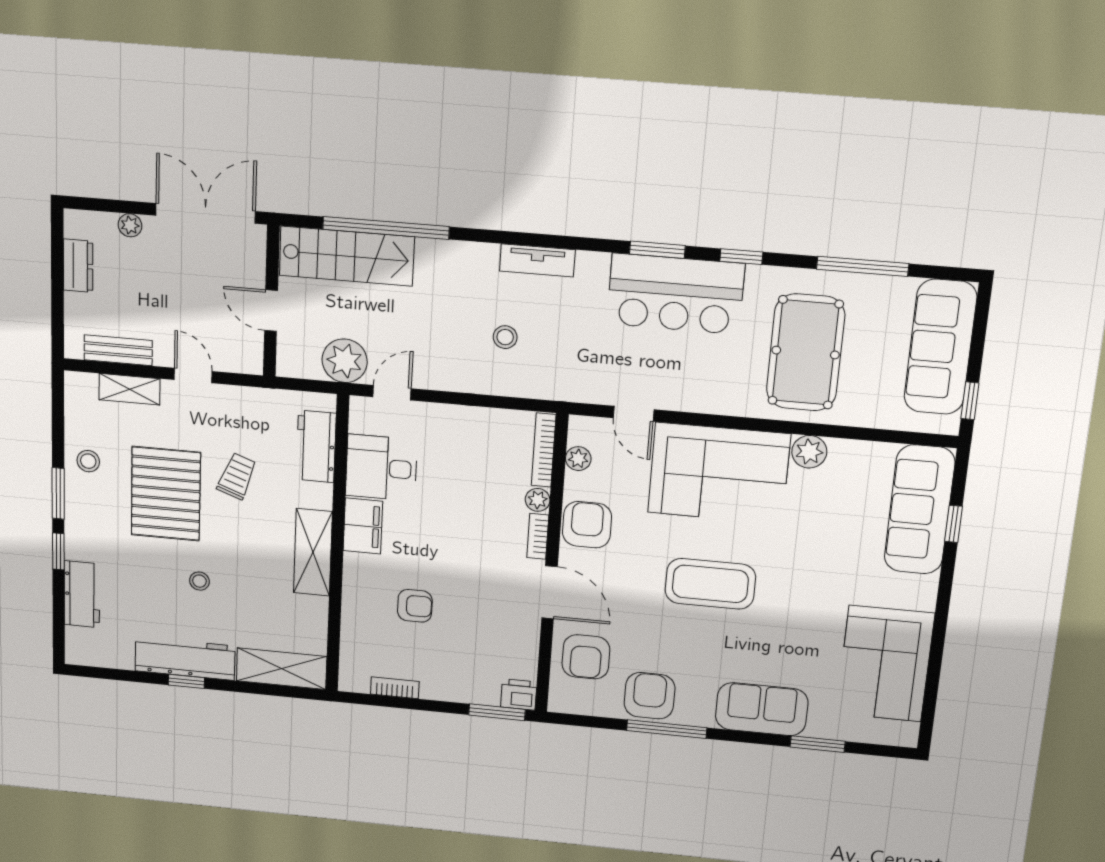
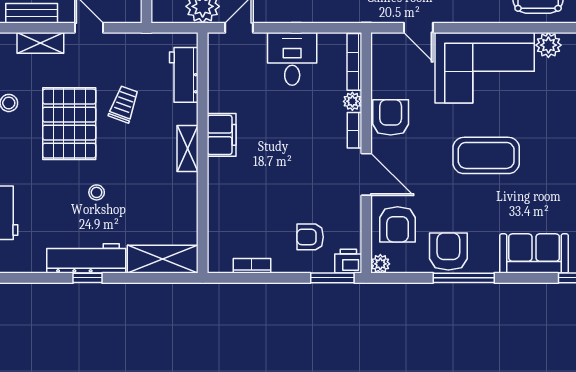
plant: (578, 459) -> (380, 264), moved
desk: (381, 468) -> (292, 59), moved, turned 90
shelving: (313, 552) -> (188, 148), width x0.67, depth x0.75
armchair: (415, 606) -> (310, 237), moved, turned 180

